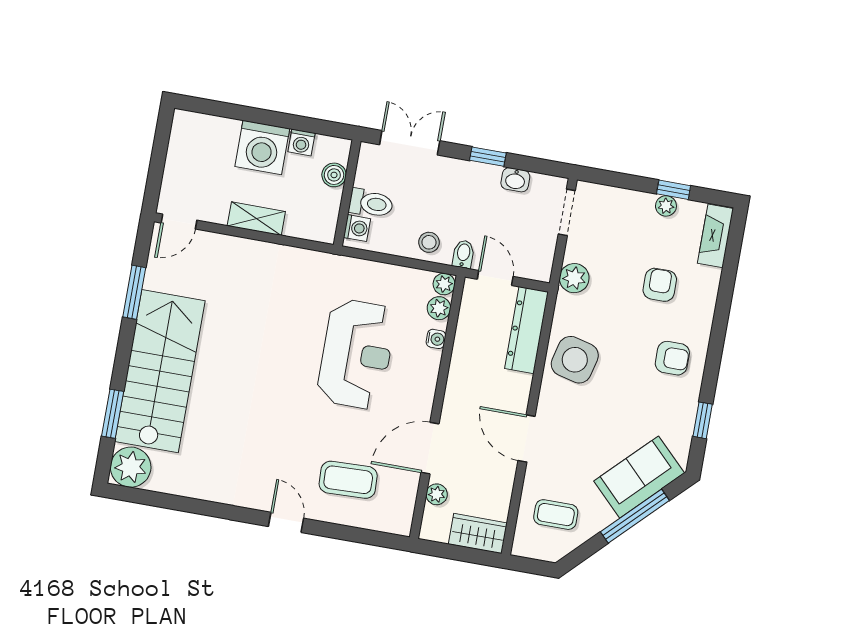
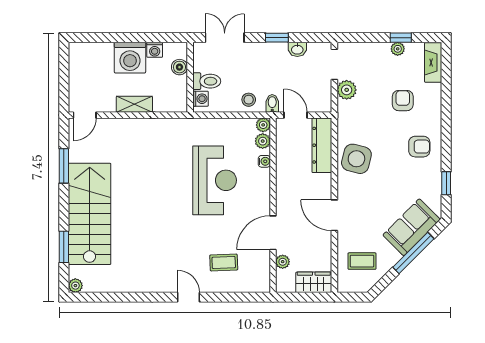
plant: (574, 278) -> (347, 90), moved
plant: (131, 467) -> (75, 286), width x0.53, depth x0.53
coffee table: (348, 480) -> (224, 263), width x0.73, depth x0.77

